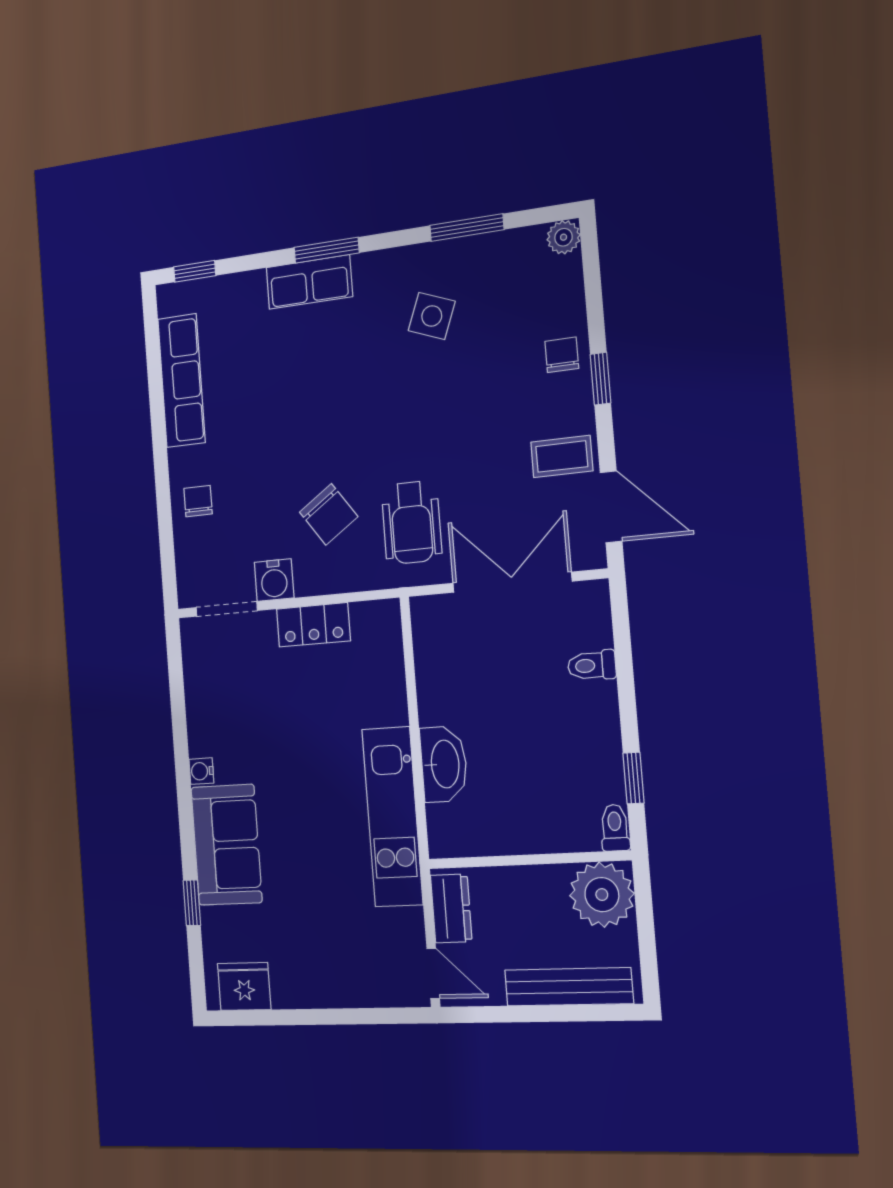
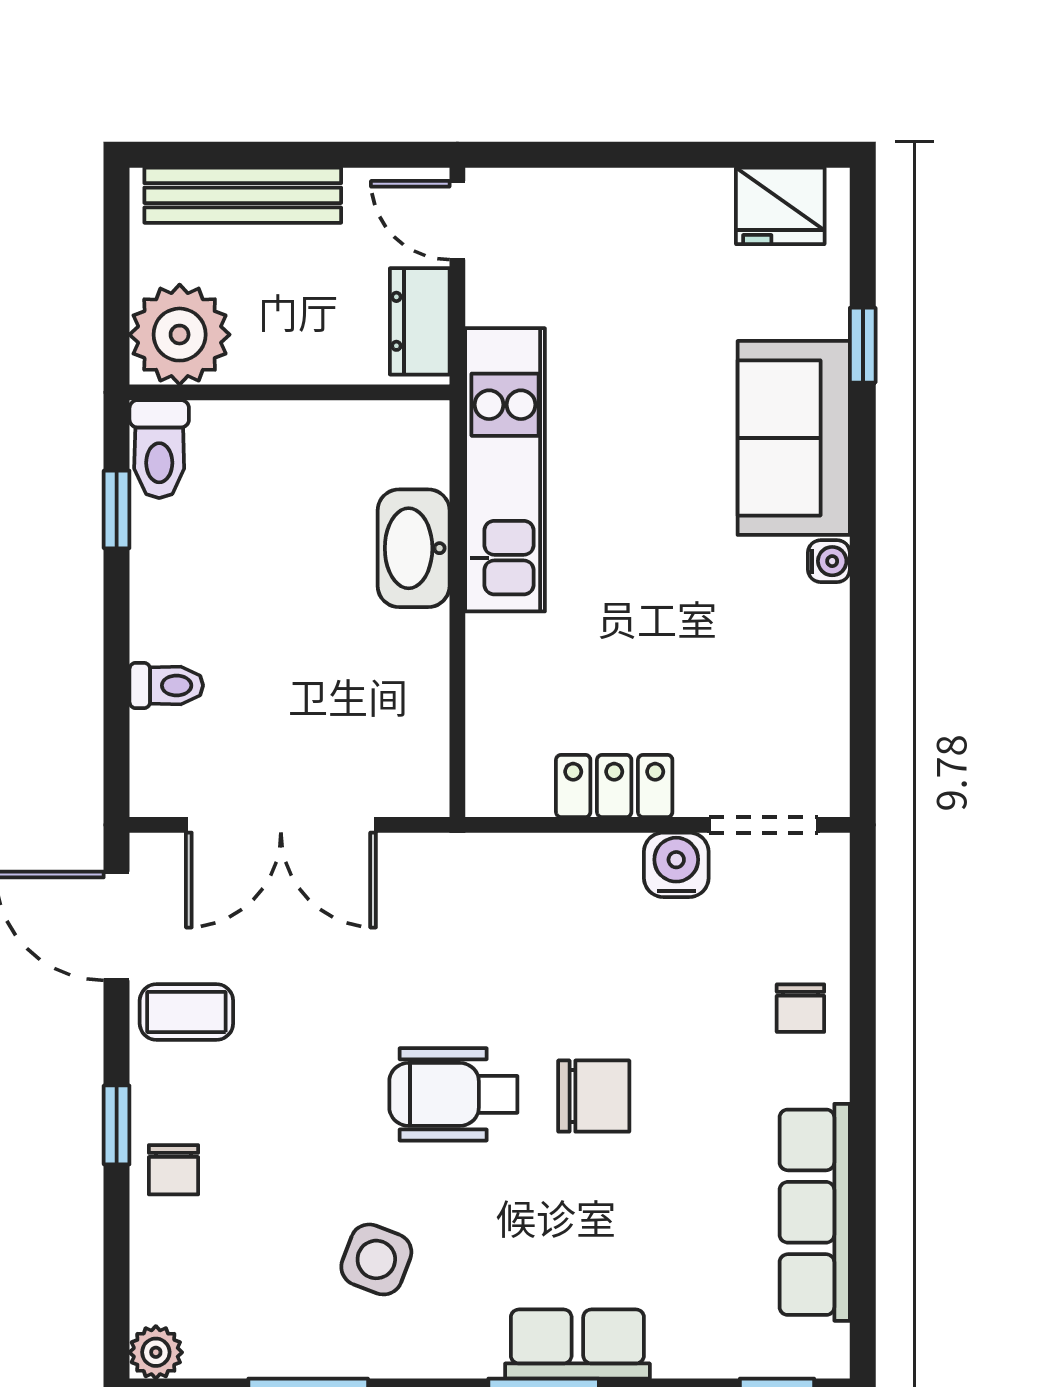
chair: (329, 514) -> (594, 1096), moved, turned 125
wheelchair: (411, 522) -> (453, 1094), moved, turned -90
toilet: (615, 828) -> (159, 449), width x1.37, depth x1.39

